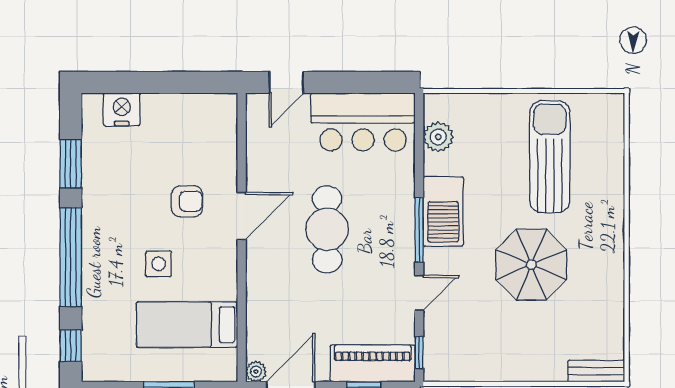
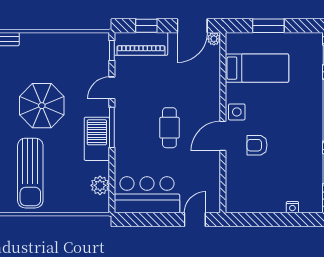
nightstand: (122, 109) -> (292, 207), width x0.53, depth x0.56
cafe table: (327, 229) -> (169, 128), width x0.73, depth x0.74
side table: (159, 264) -> (237, 112), moved

